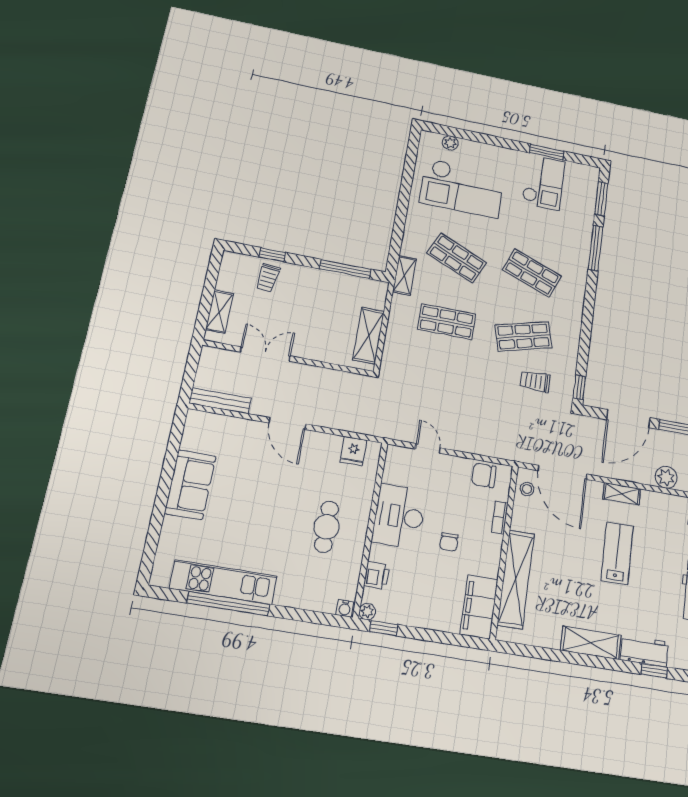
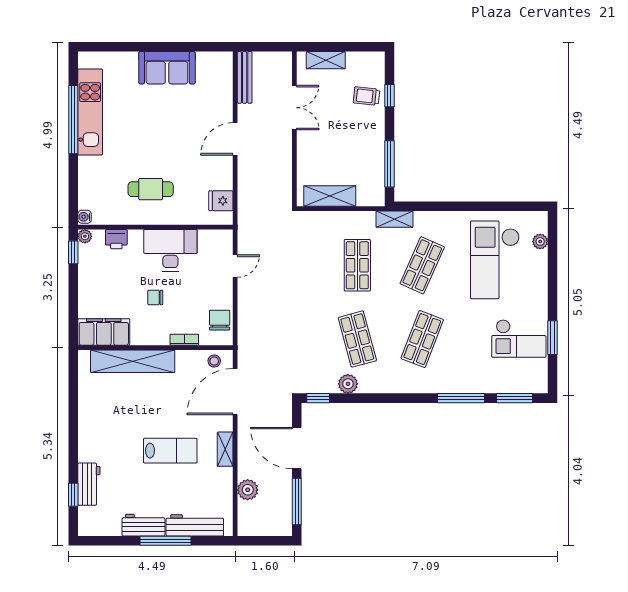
plant: (568, 354) -> (348, 384), added
trolley: (535, 381) -> (316, 356), removed
shelving: (591, 643) -> (89, 435), removed

